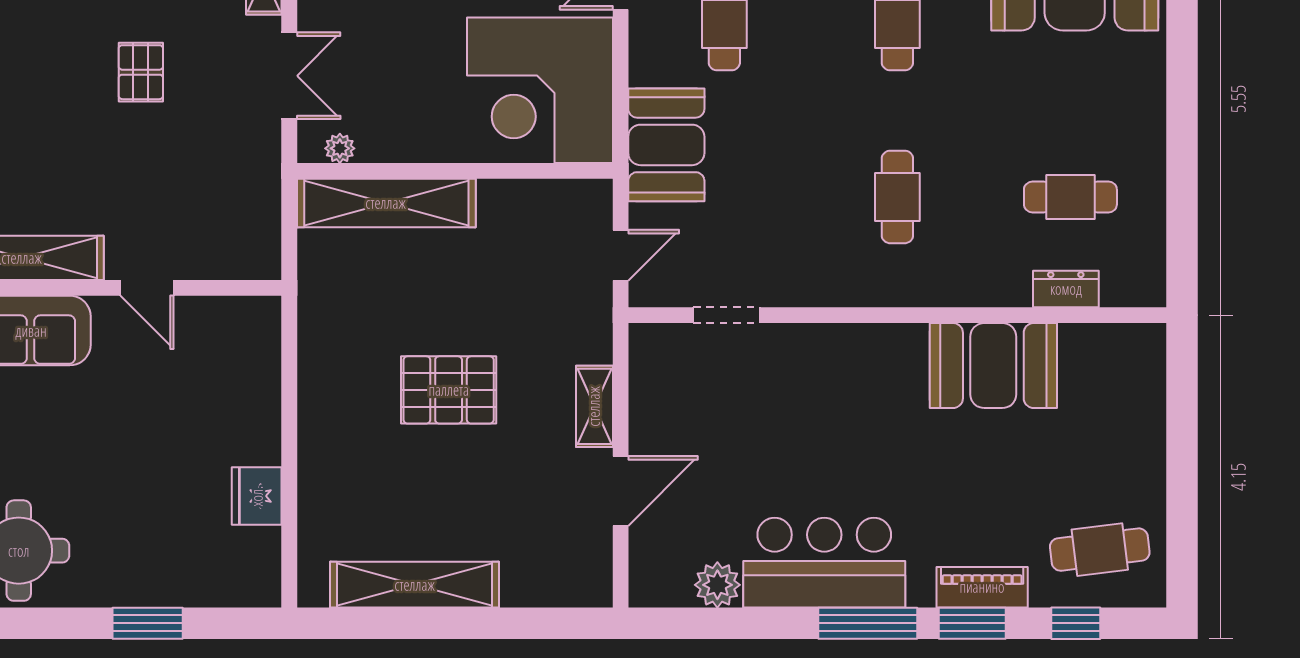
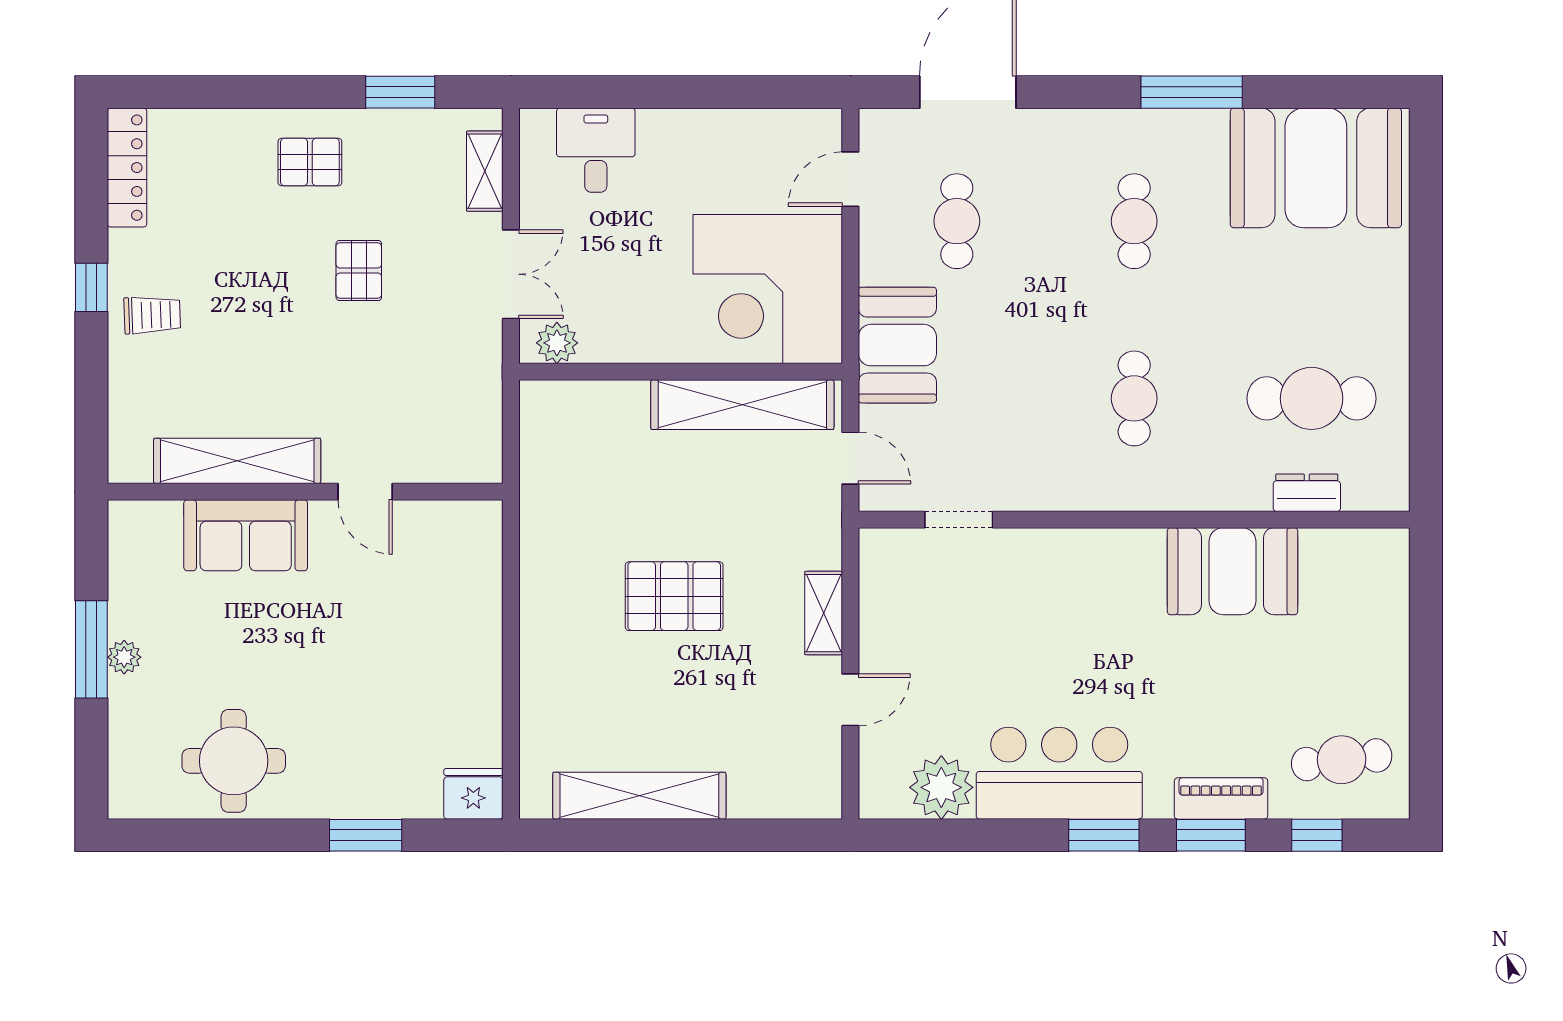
plant: (340, 148) -> (557, 343), width x1.38, depth x1.38
cafe table: (1070, 197) -> (1312, 398), width x1.37, depth x1.35
shelving: (386, 203) -> (742, 405), moved
door: (621, 255) -> (850, 458), hinge flipped
door: (621, 491) -> (850, 700), width x0.73
fridge: (257, 496) -> (473, 794), moved, turned 90
plant: (717, 585) -> (941, 787), width x1.36, depth x1.36
window: (868, 623) -> (1104, 835), width x0.69

